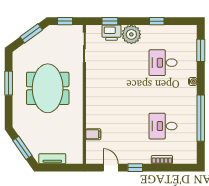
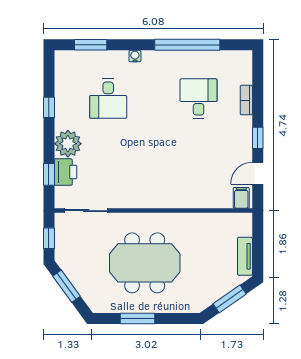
desk: (163, 126) -> (199, 99), turned 180
filing cabinet: (93, 134) -> (241, 198), moved

